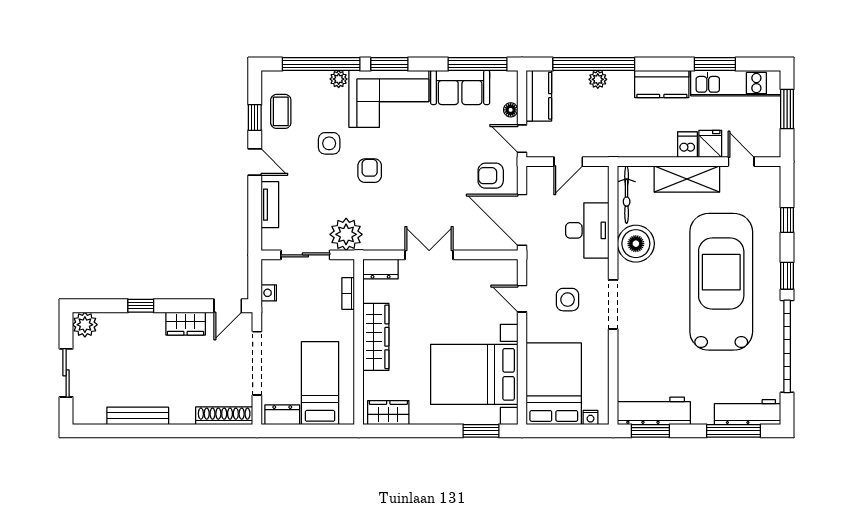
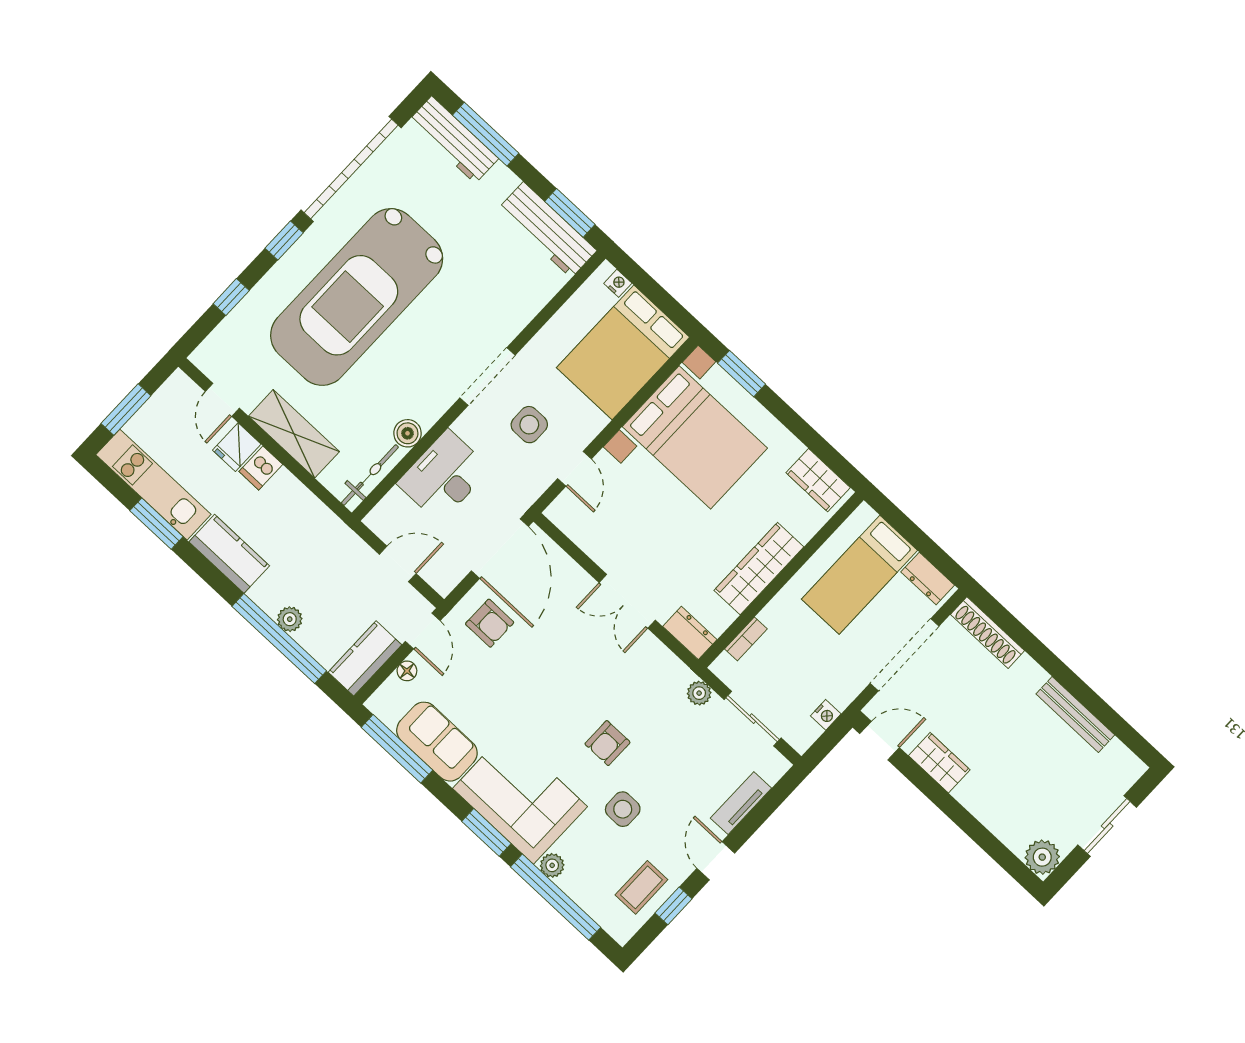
plant: (346, 234) -> (699, 693), width x0.53, depth x0.53
boiler: (636, 244) -> (408, 433), width x0.54, depth x0.54
window: (141, 306) -> (968, 823), removed

